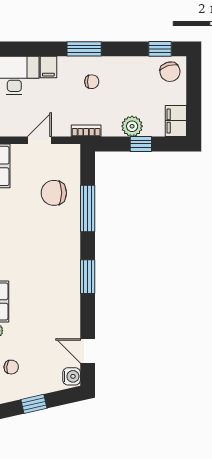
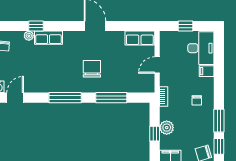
window: (84, 49) -> (219, 121), moved
door: (39, 140) -> (157, 65), swing flipped
chair: (54, 193) -> (92, 69), moved
window: (88, 277) -> (65, 98), width x1.44

